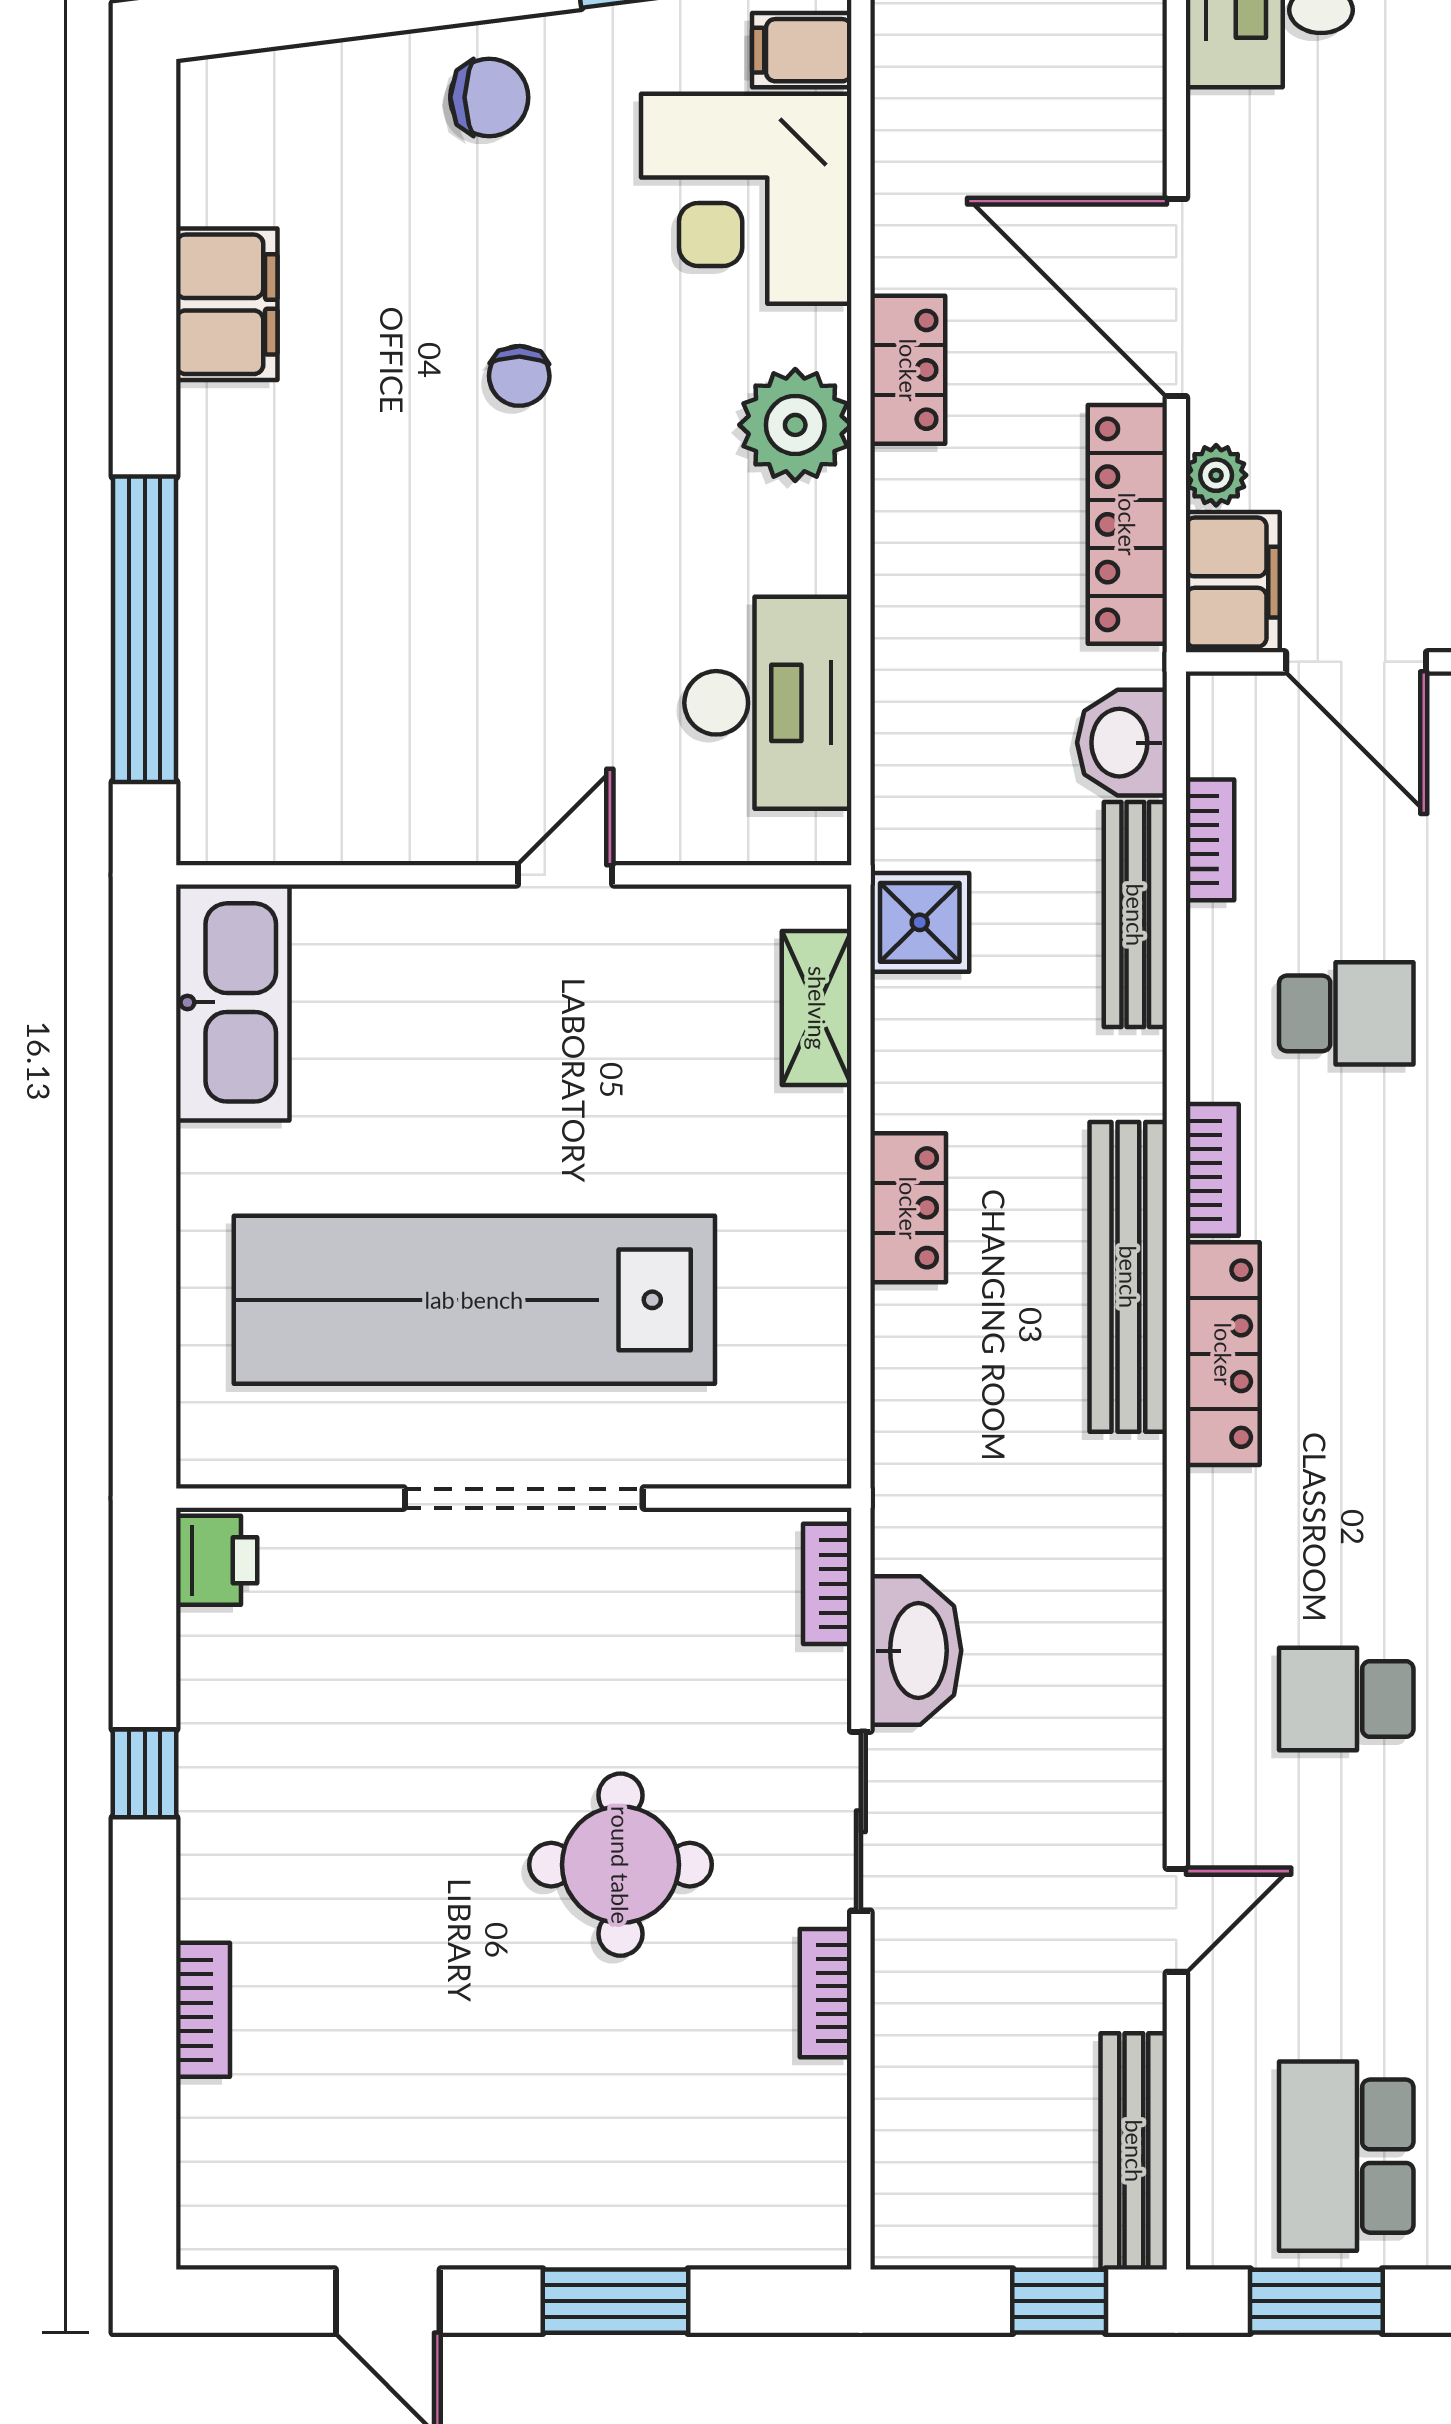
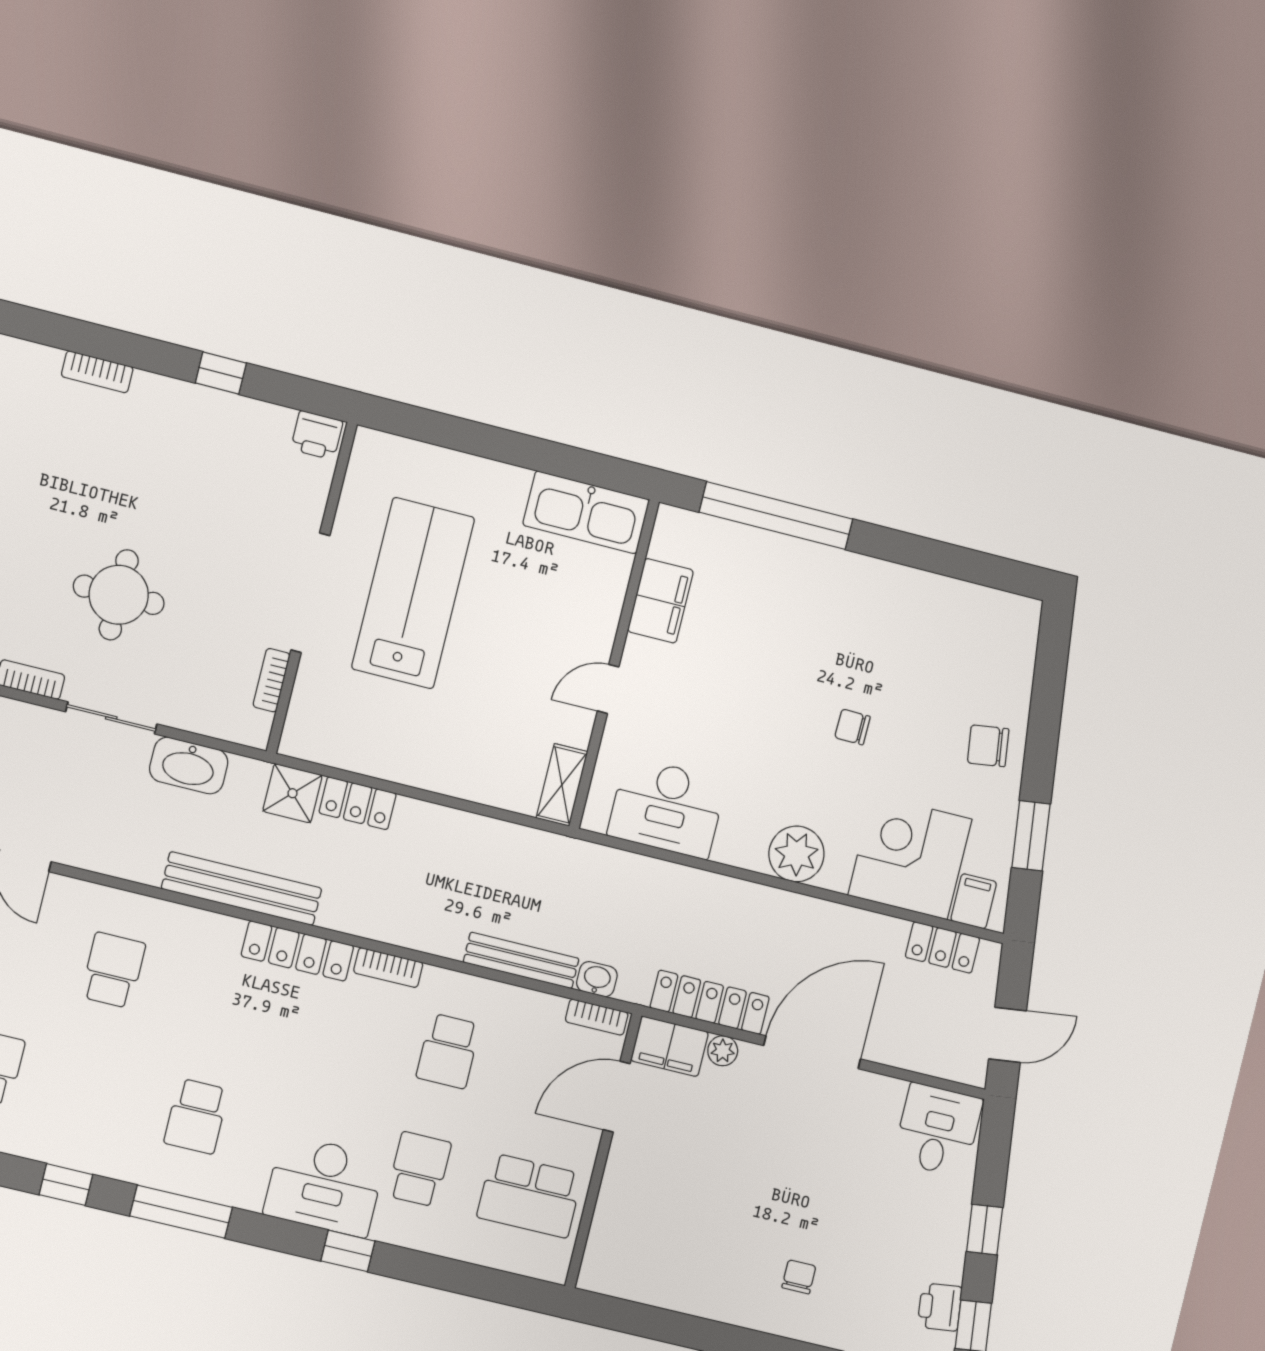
chair: (489, 97) -> (988, 746), turned 82
filing cabinet: (227, 304) -> (660, 601), moved, turned -90
locker: (908, 370) -> (942, 947), moved
washbasin: (1122, 743) -> (597, 979), width x0.72, depth x0.69
bookcase: (1210, 840) -> (597, 1017), moved
door: (565, 875) -> (608, 689), swing flipped
shower: (920, 922) -> (292, 793), moved
shelving: (817, 1008) -> (562, 785), moved, turned 90
locker: (908, 1208) -> (358, 803), moved
bench: (1128, 1277) -> (242, 889), moved
lab bench: (474, 1300) -> (413, 593), width x0.73
bookcase: (827, 1584) -> (272, 680), moved, turned -90

